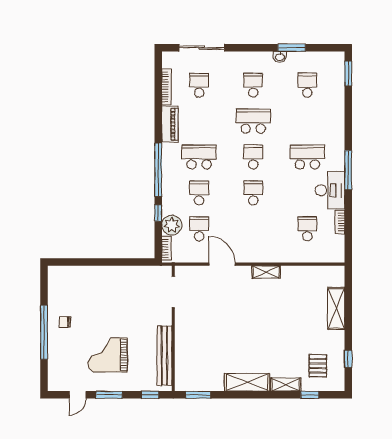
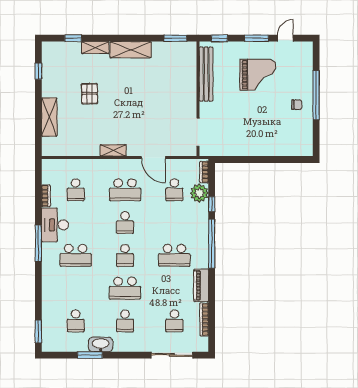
washbasin: (280, 57) -> (101, 344), width x1.91, depth x1.45
school desk: (199, 193) -> (125, 190), moved, width x1.85
pallet: (318, 366) -> (90, 94), moved

